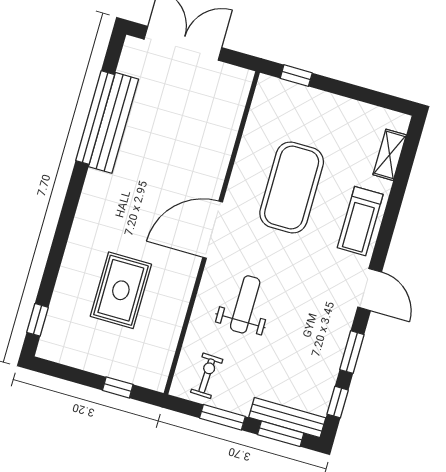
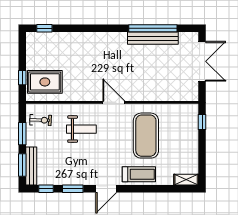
shelving: (390, 155) -> (186, 180), moved
exercise mat: (292, 187) -> (146, 136), turned 90
treadmill: (360, 221) -> (139, 174), turned 180
door: (213, 230) -> (114, 102), width x0.73
rug: (121, 290) -> (45, 82), moved

